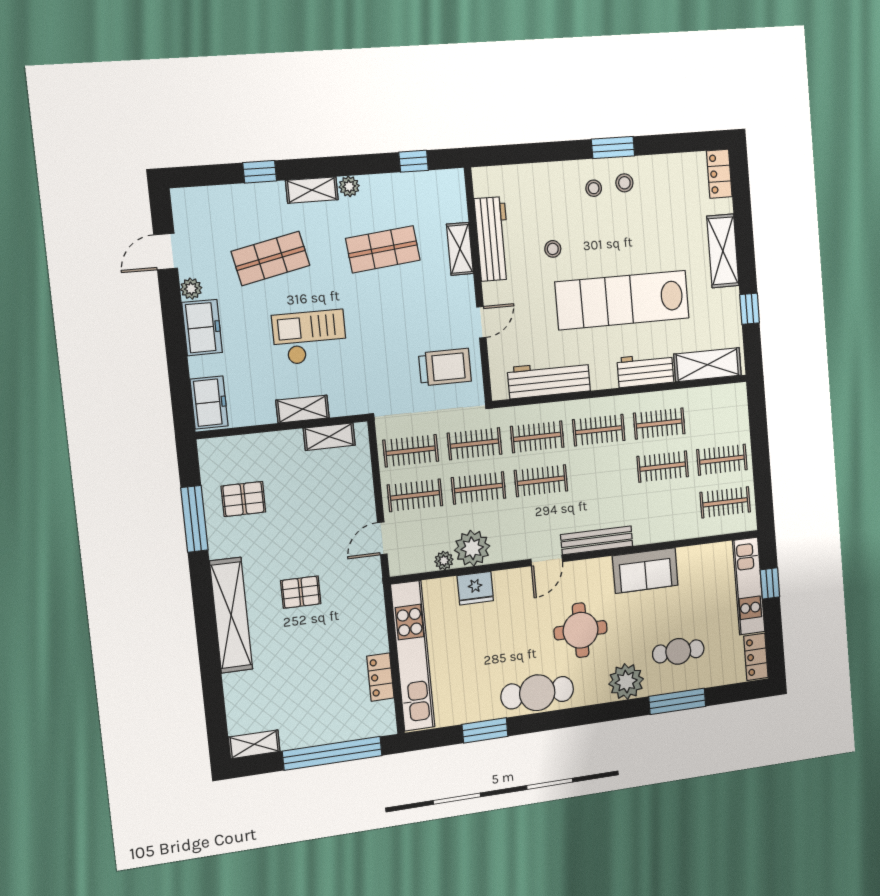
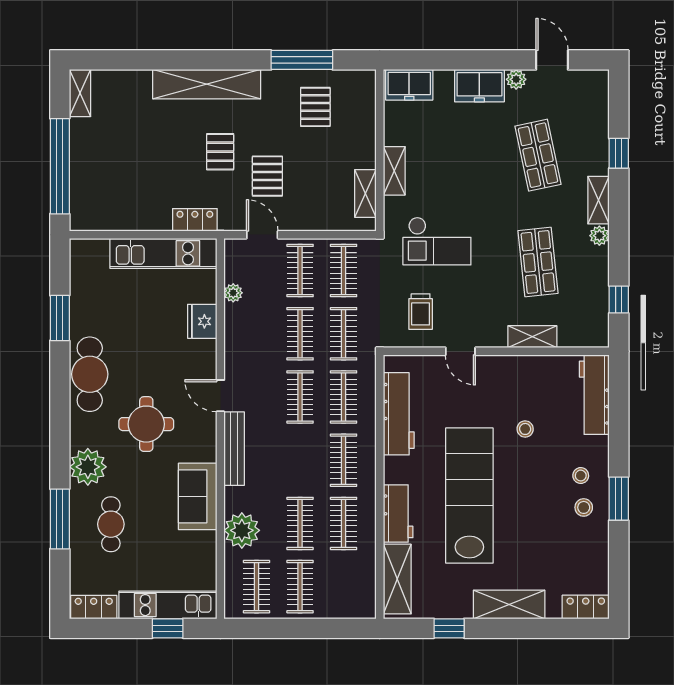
workbench: (493, 239) -> (594, 395), moved, turned 90
checkout: (310, 337) -> (437, 241), moved, turned 90
trolley: (445, 367) -> (421, 312), width x0.73, depth x0.72
pallet: (321, 540) -> (267, 176), added
plant: (472, 548) -> (242, 530), moved
kitchen unit: (413, 656) -> (163, 253), width x0.73
locker: (380, 677) -> (195, 220), moved

